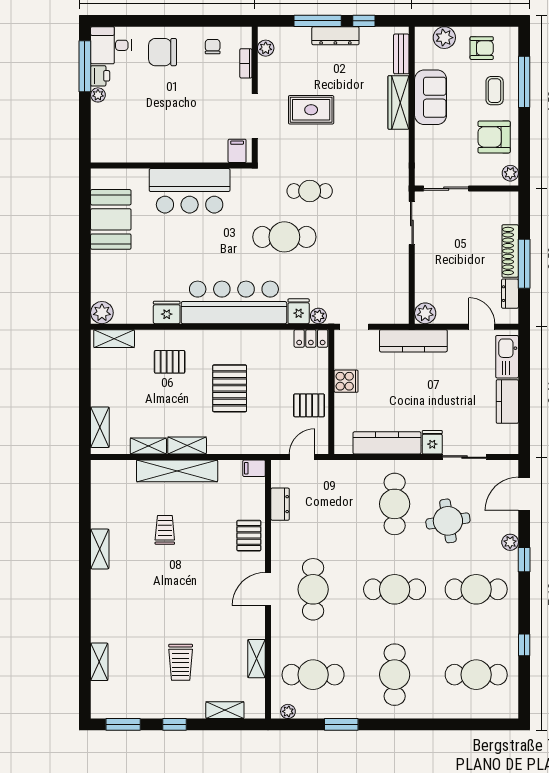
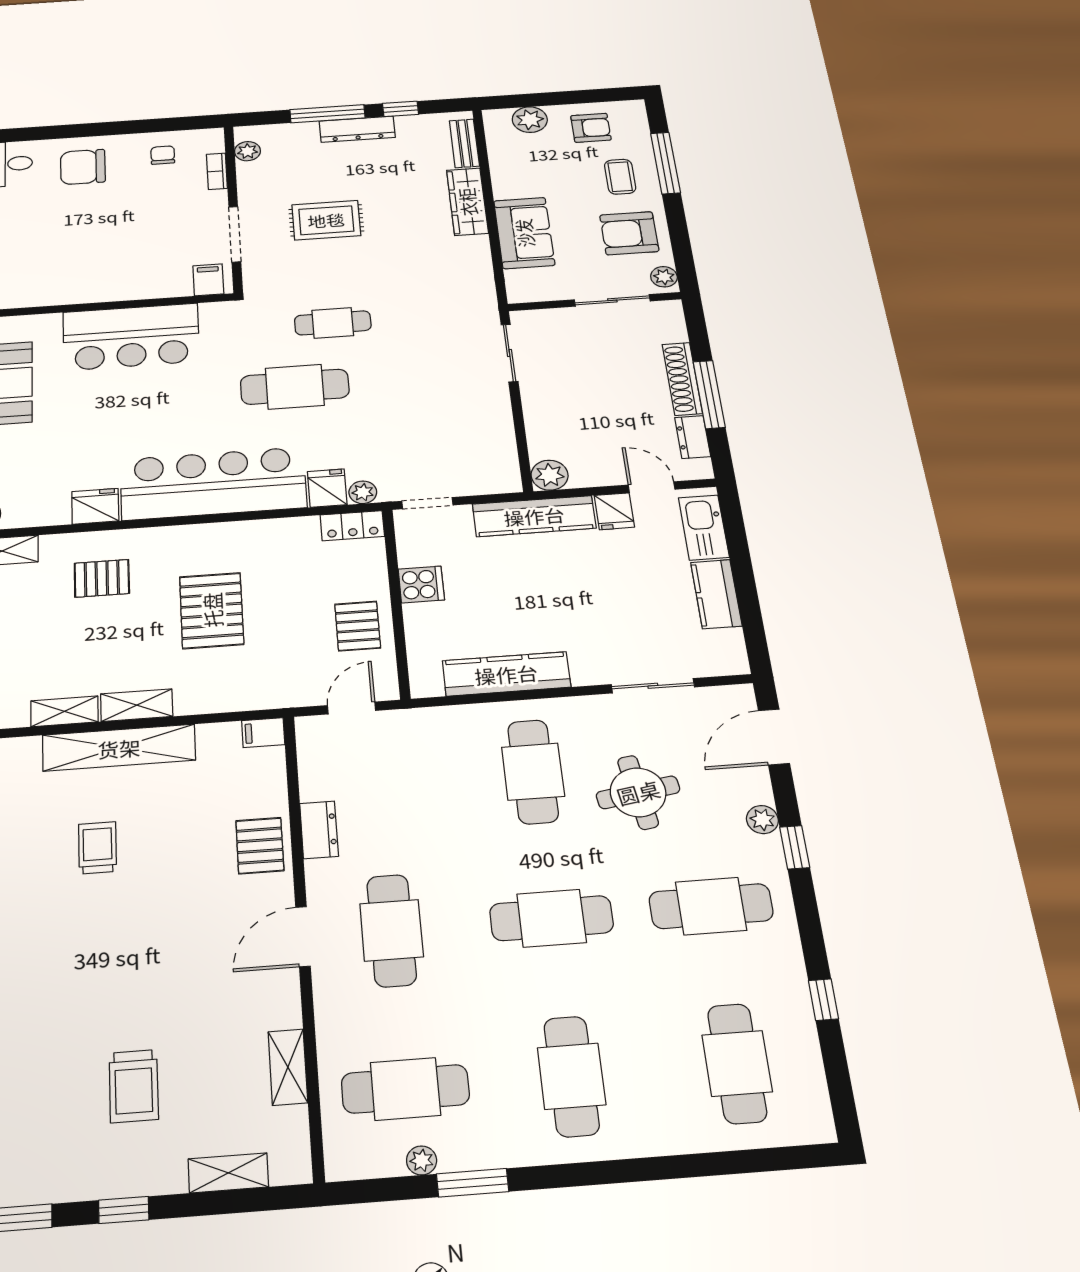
sofa: (431, 97) -> (524, 233), moved
sliding door: (446, 189) -> (612, 300), moved
pallet: (309, 405) -> (358, 626), turned 90
fridge: (432, 442) -> (614, 511), moved, turned 180
dresser: (280, 504) -> (319, 830), moved
cafe table: (476, 675) -> (737, 1063), turned 90
plant: (288, 711) -> (422, 1160), moved

